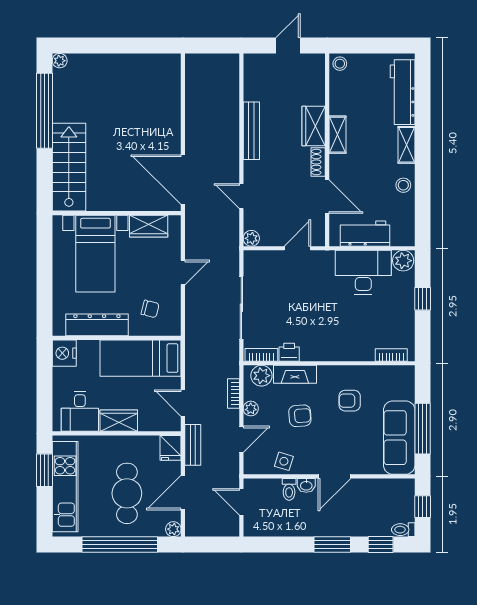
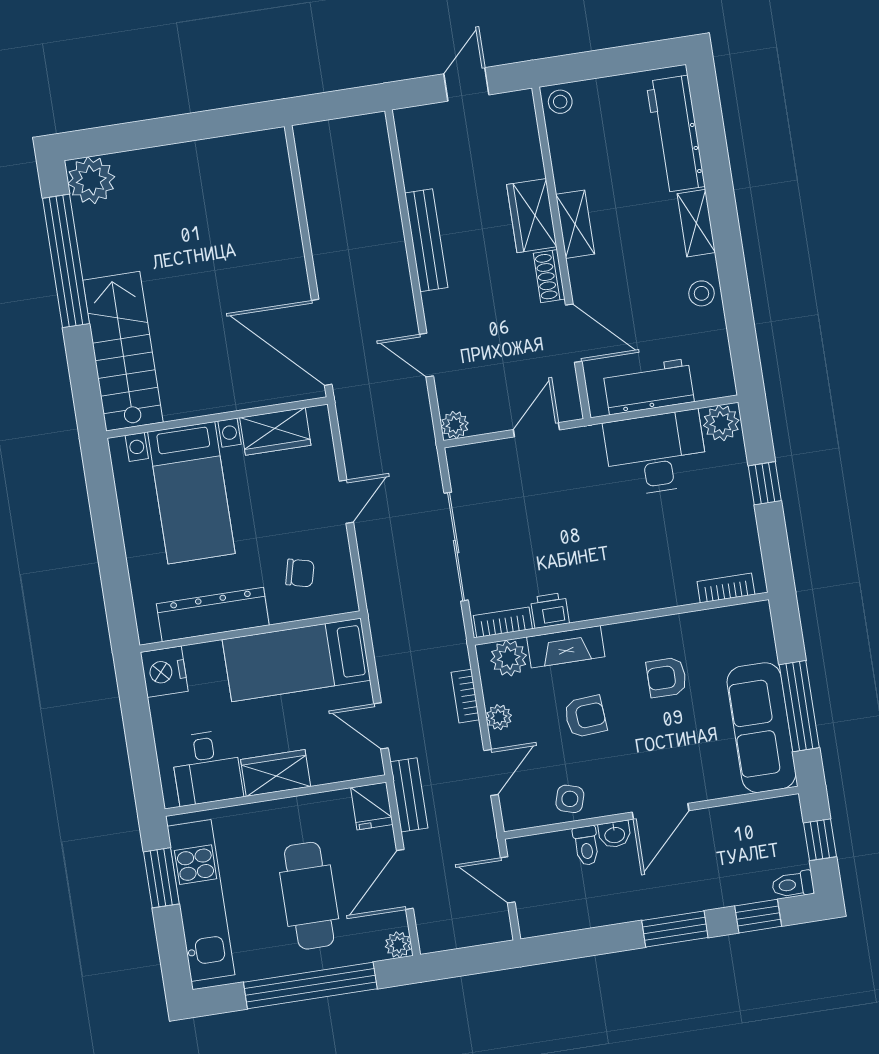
plant: (60, 61) -> (91, 180), width x1.88, depth x1.88

